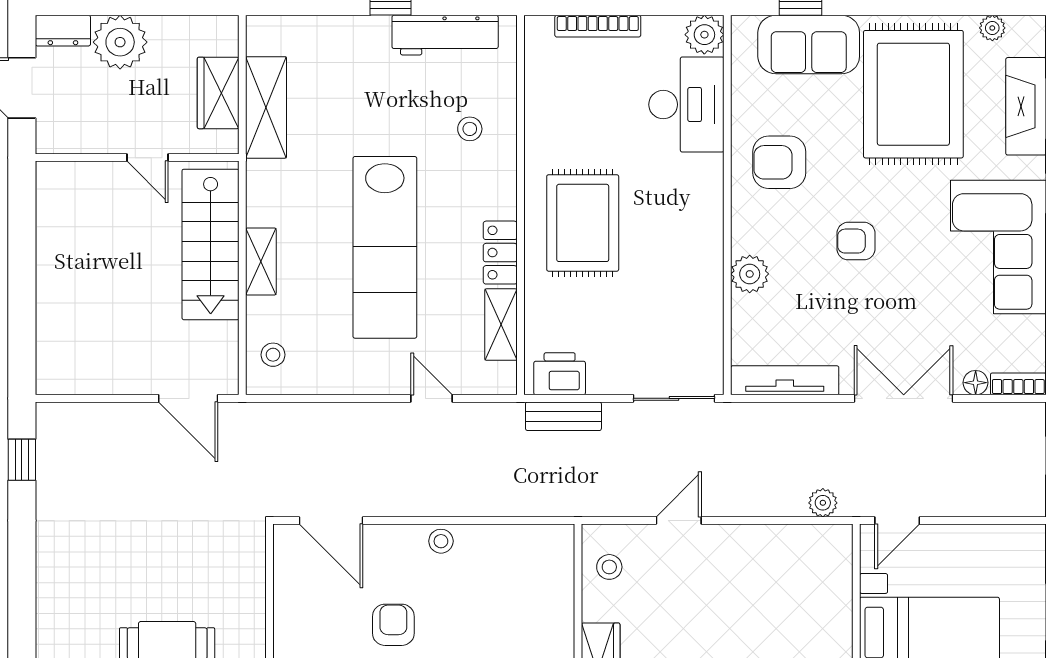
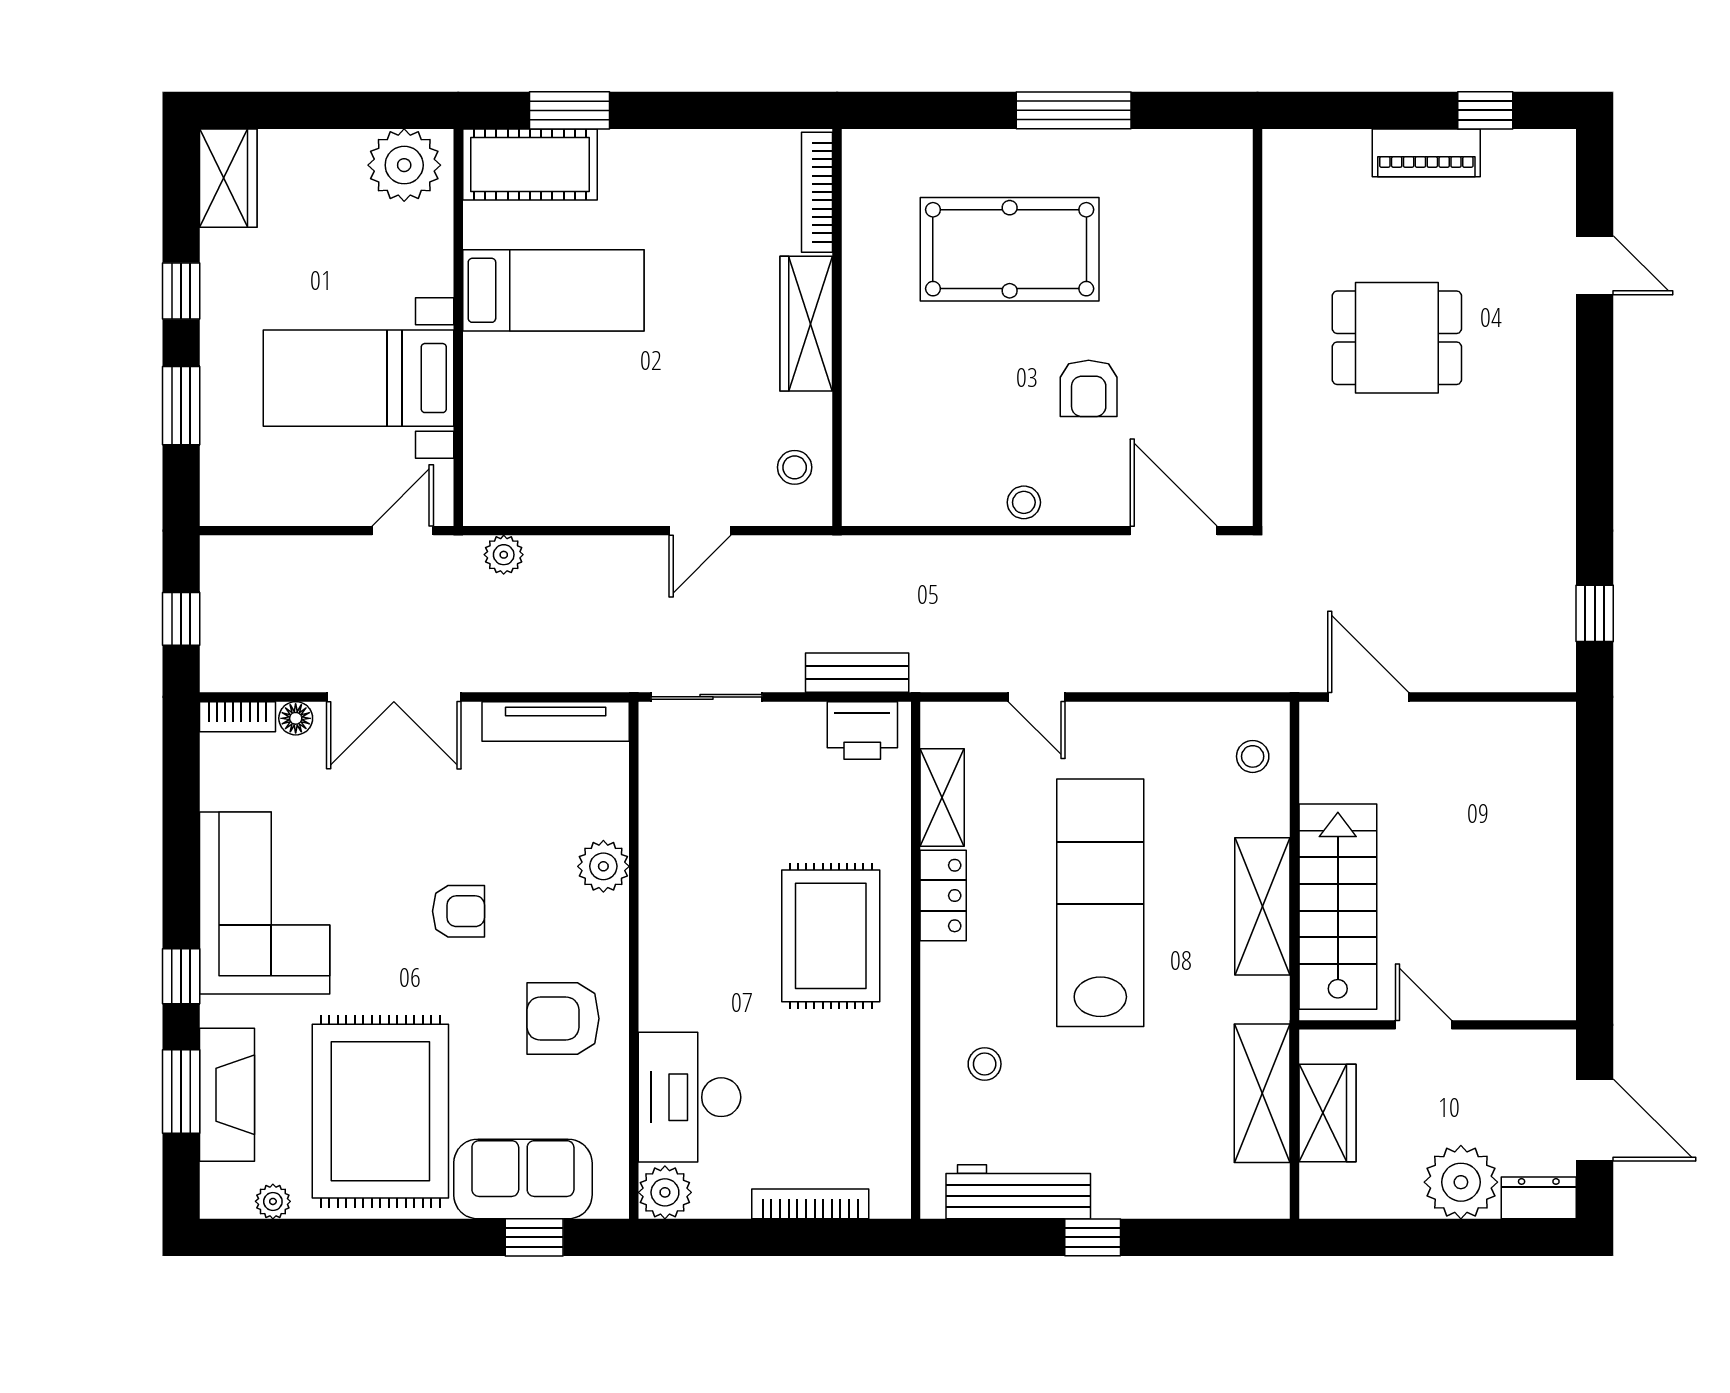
armchair: (779, 162) -> (563, 1019), turned 180
shelving: (261, 261) -> (1262, 906), width x1.50, depth x1.33

